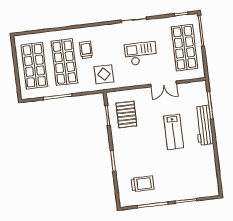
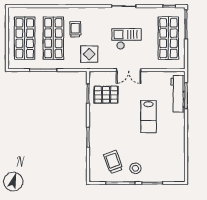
double door: (164, 84) -> (129, 70), moved
pallet: (126, 114) -> (106, 95), turned 90
workbench: (204, 125) -> (178, 94), moved
trolley: (142, 184) -> (113, 162), turned -110
stool: (166, 188) -> (135, 168), added

